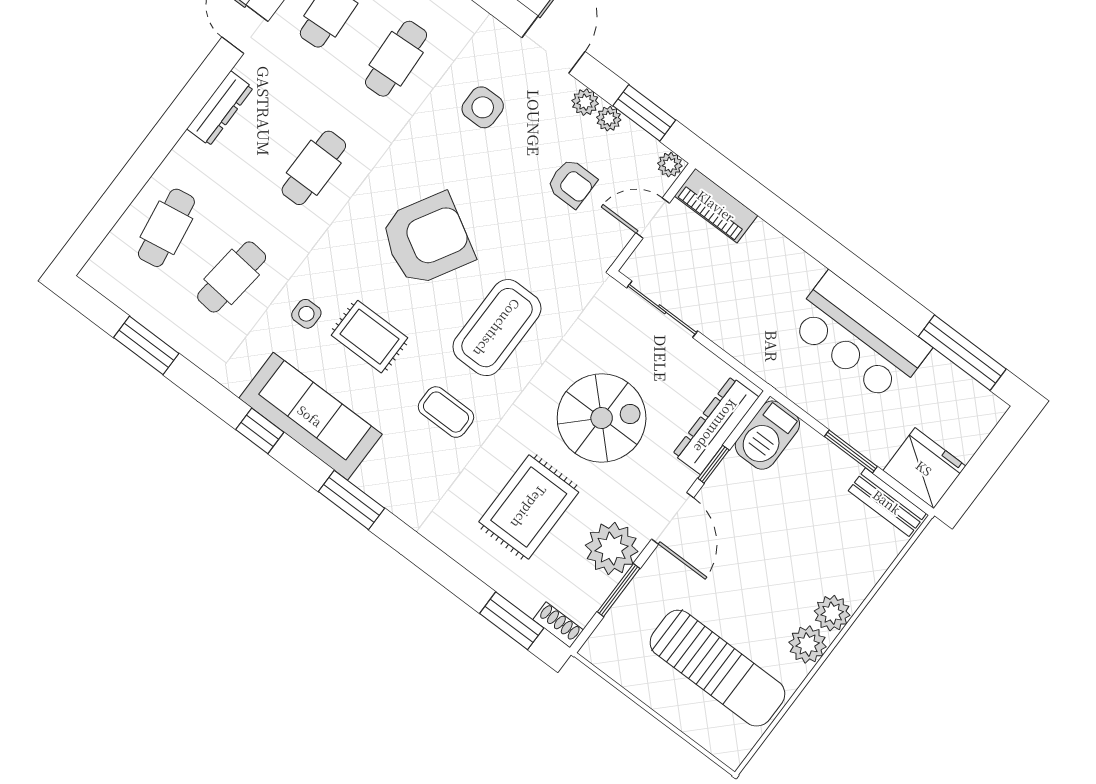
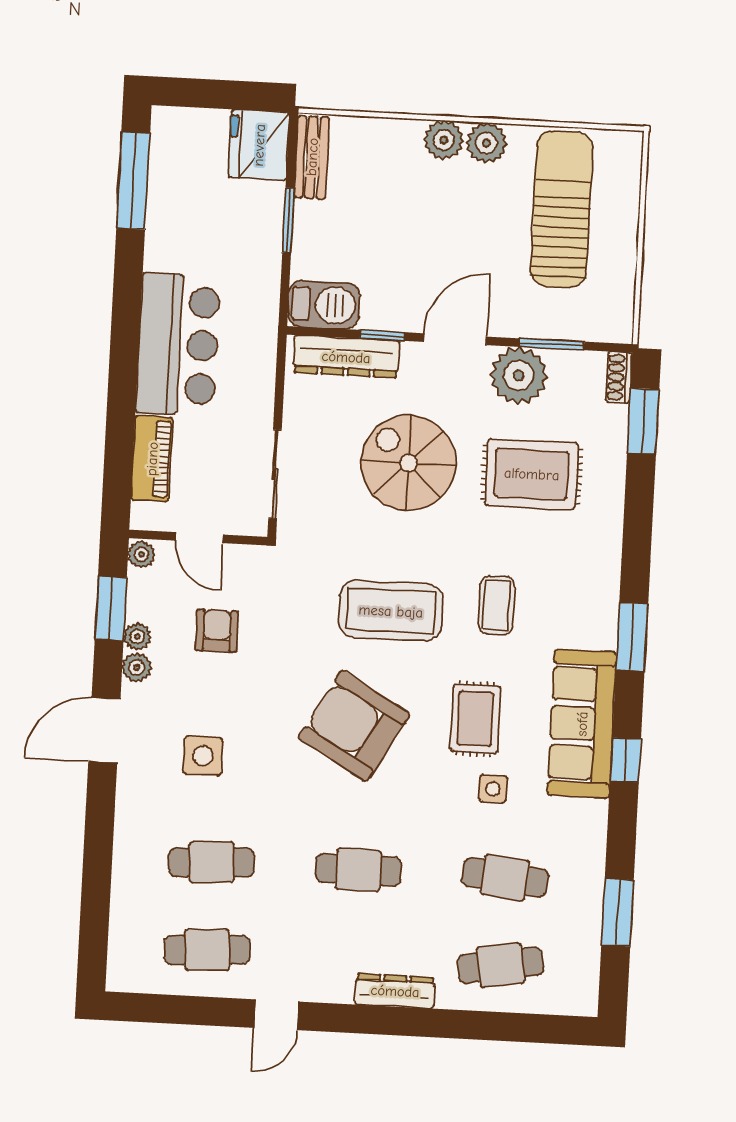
dresser: (220, 108) -> (395, 991), moved
piano: (716, 206) -> (152, 459), moved
bar counter: (859, 337) -> (178, 345), moved

